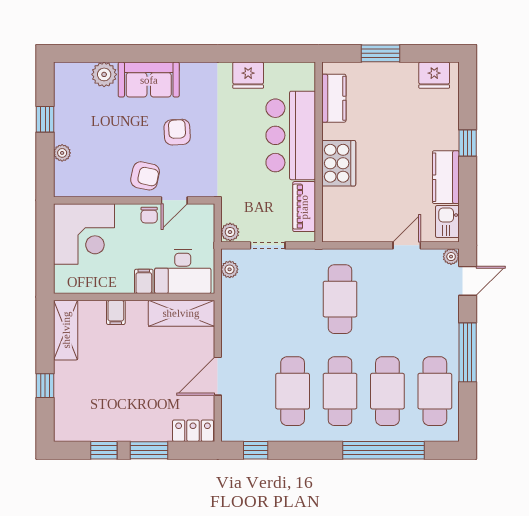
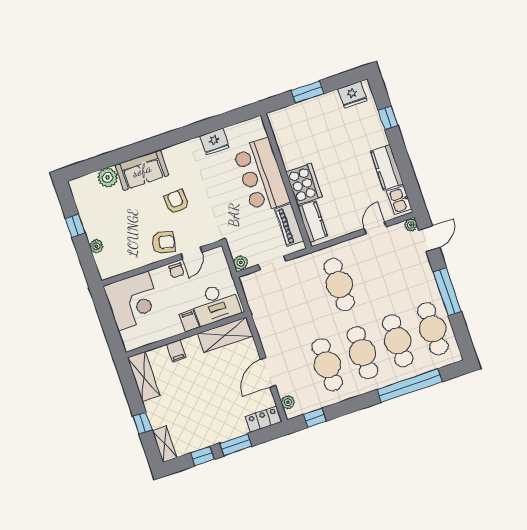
kitchen counter: (334, 98) -> (313, 221), moved
window: (468, 143) -> (388, 118), moved
plant: (230, 269) -> (288, 402), moved
shelving: (63, 420) -> (165, 444), added

